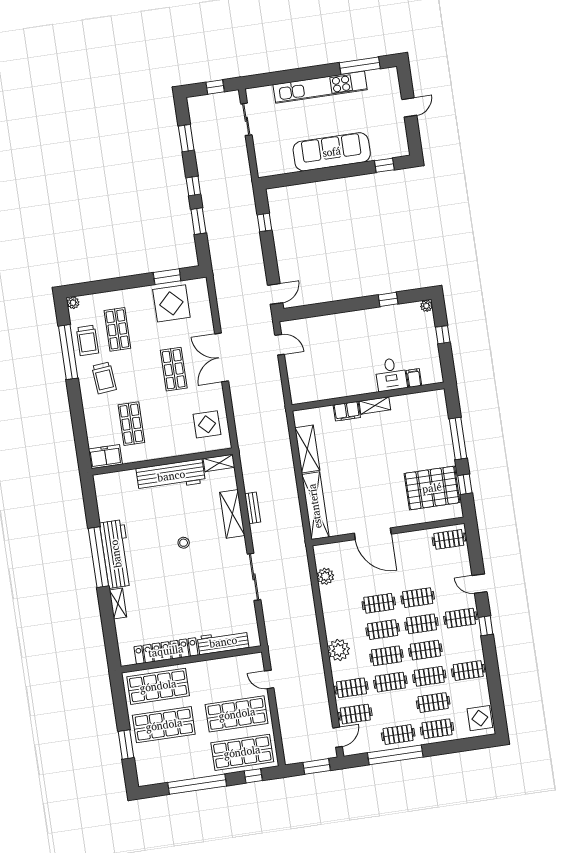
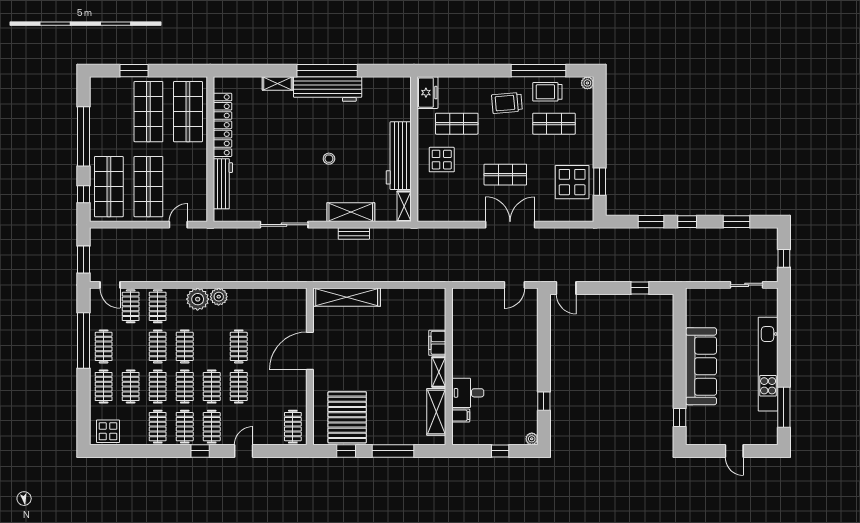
display table: (207, 424) -> (442, 160), moved
shelving: (307, 449) -> (436, 412), moved, turned 90
plant: (325, 576) -> (219, 297), moved
clothes rail: (383, 630) -> (185, 427), moved

